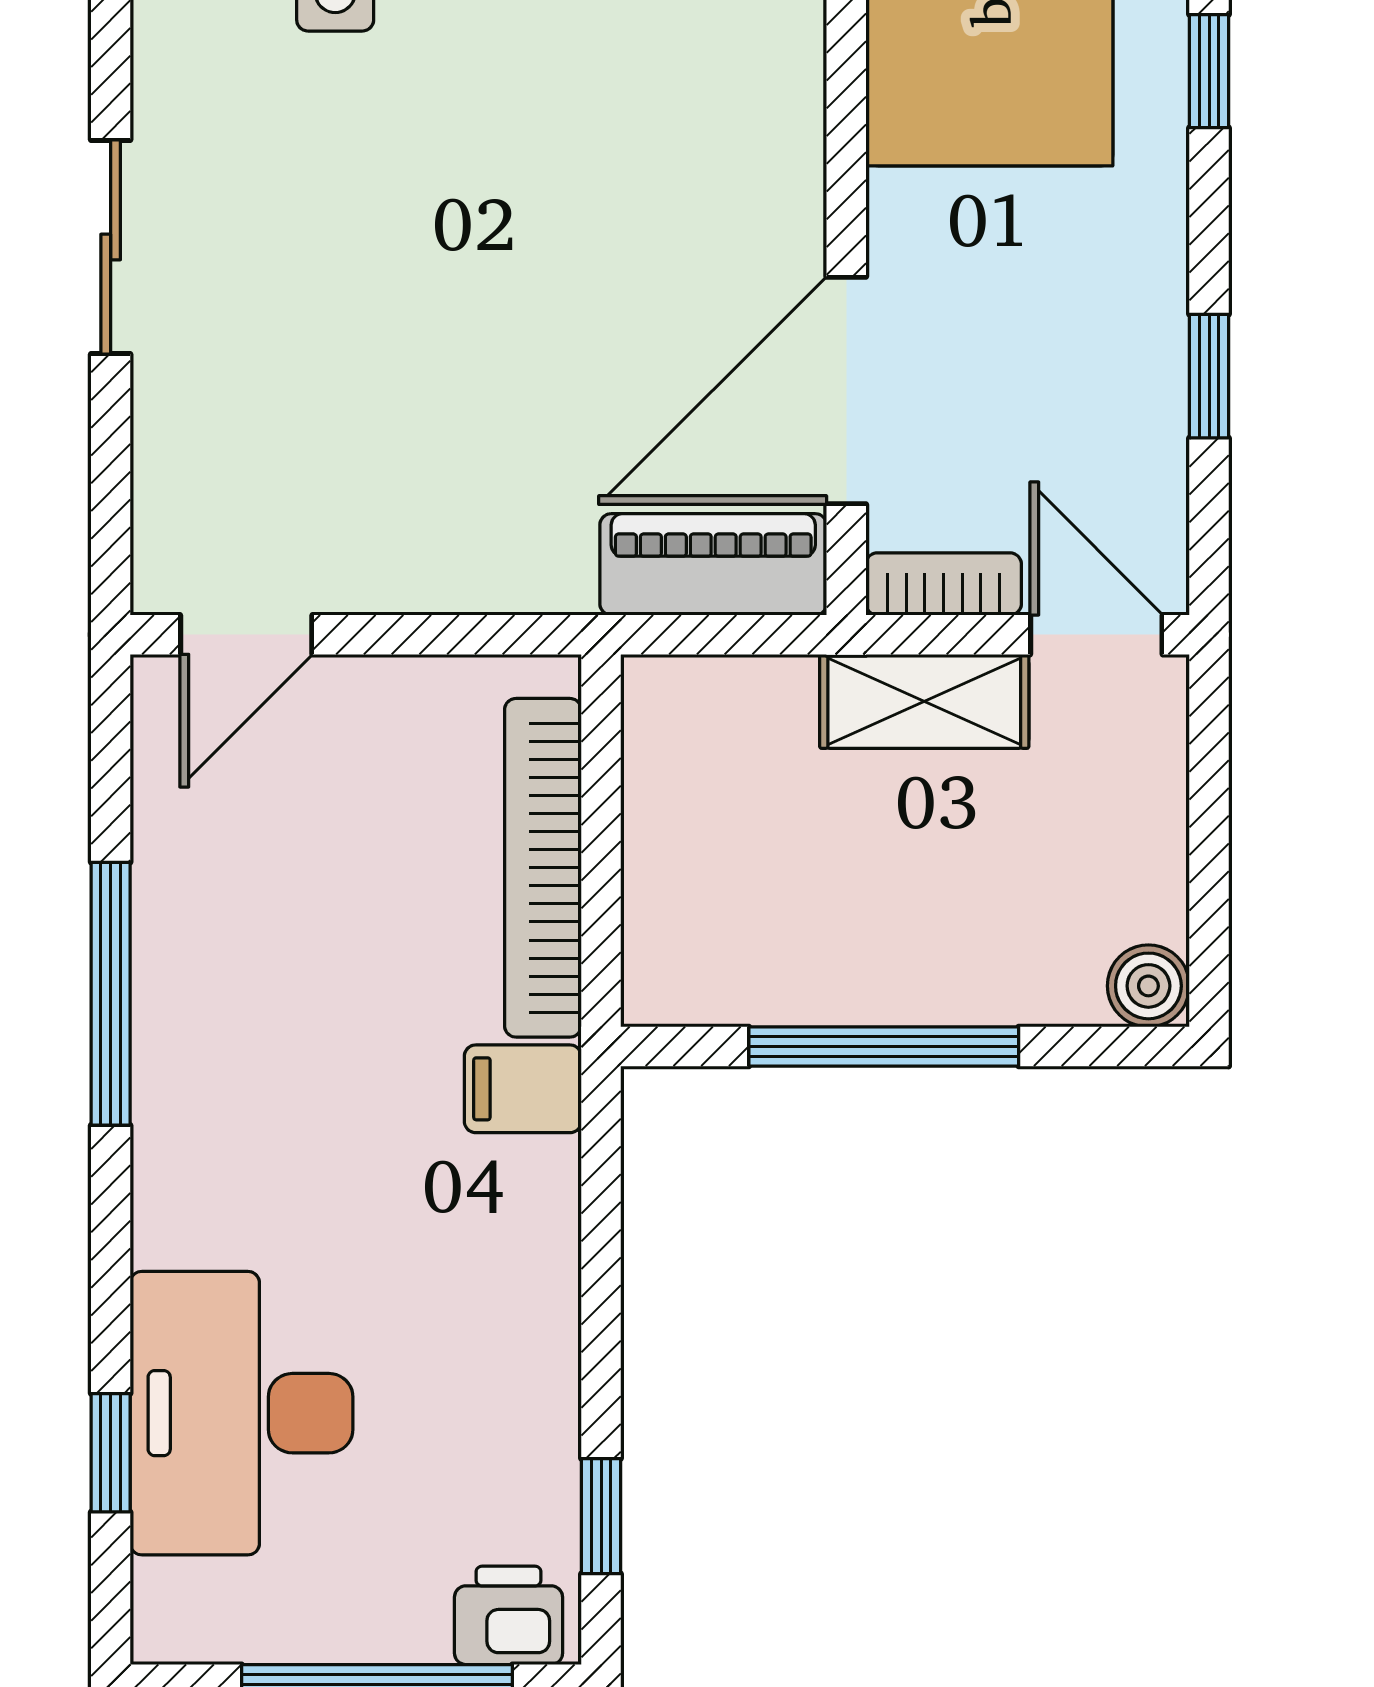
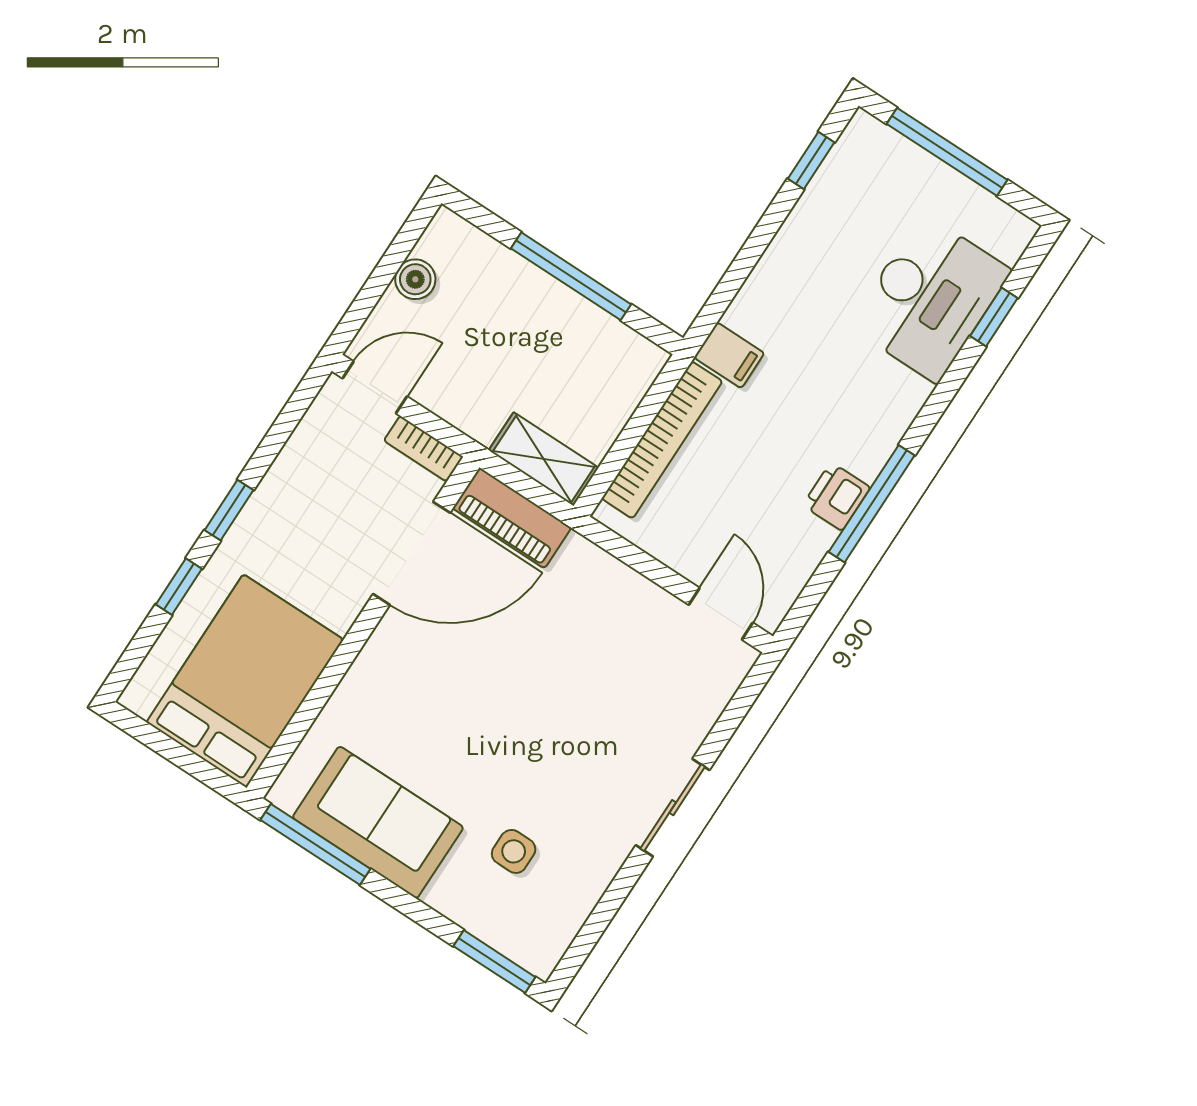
window: (1209, 376) -> (229, 510), moved
door: (246, 635) -> (721, 614), hinge flipped
door: (1096, 635) -> (375, 387), swing flipped
shelving: (924, 701) -> (544, 459), moved
boiler: (1148, 986) -> (415, 279), moved
printer: (509, 1615) -> (836, 496), moved, turned 90

